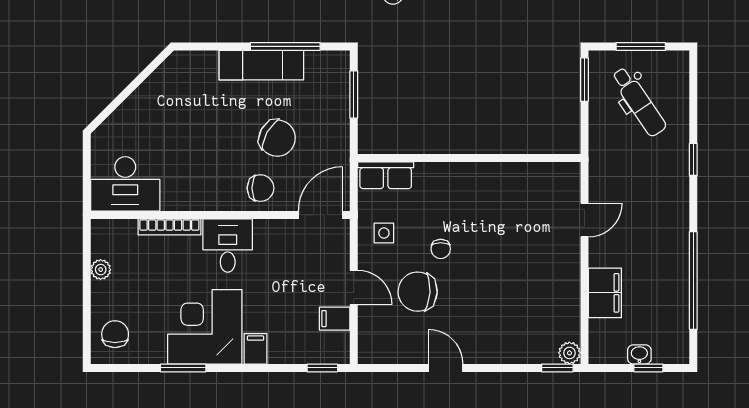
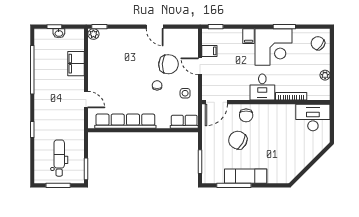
dental chair: (639, 102) -> (59, 158), turned 34
row of seats: (505, 176) -> (125, 121), added
chair: (260, 188) -> (246, 115), turned -90
door: (584, 220) -> (86, 100), swing flipped
chair: (115, 334) -> (318, 43), turned 126

